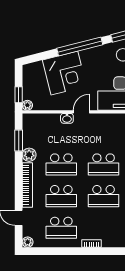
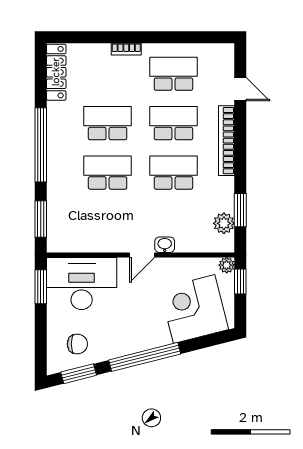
corner desk: (64, 73) -> (194, 309), moved
plant: (29, 155) -> (224, 223), moved
plant: (28, 242) -> (226, 51), removed

